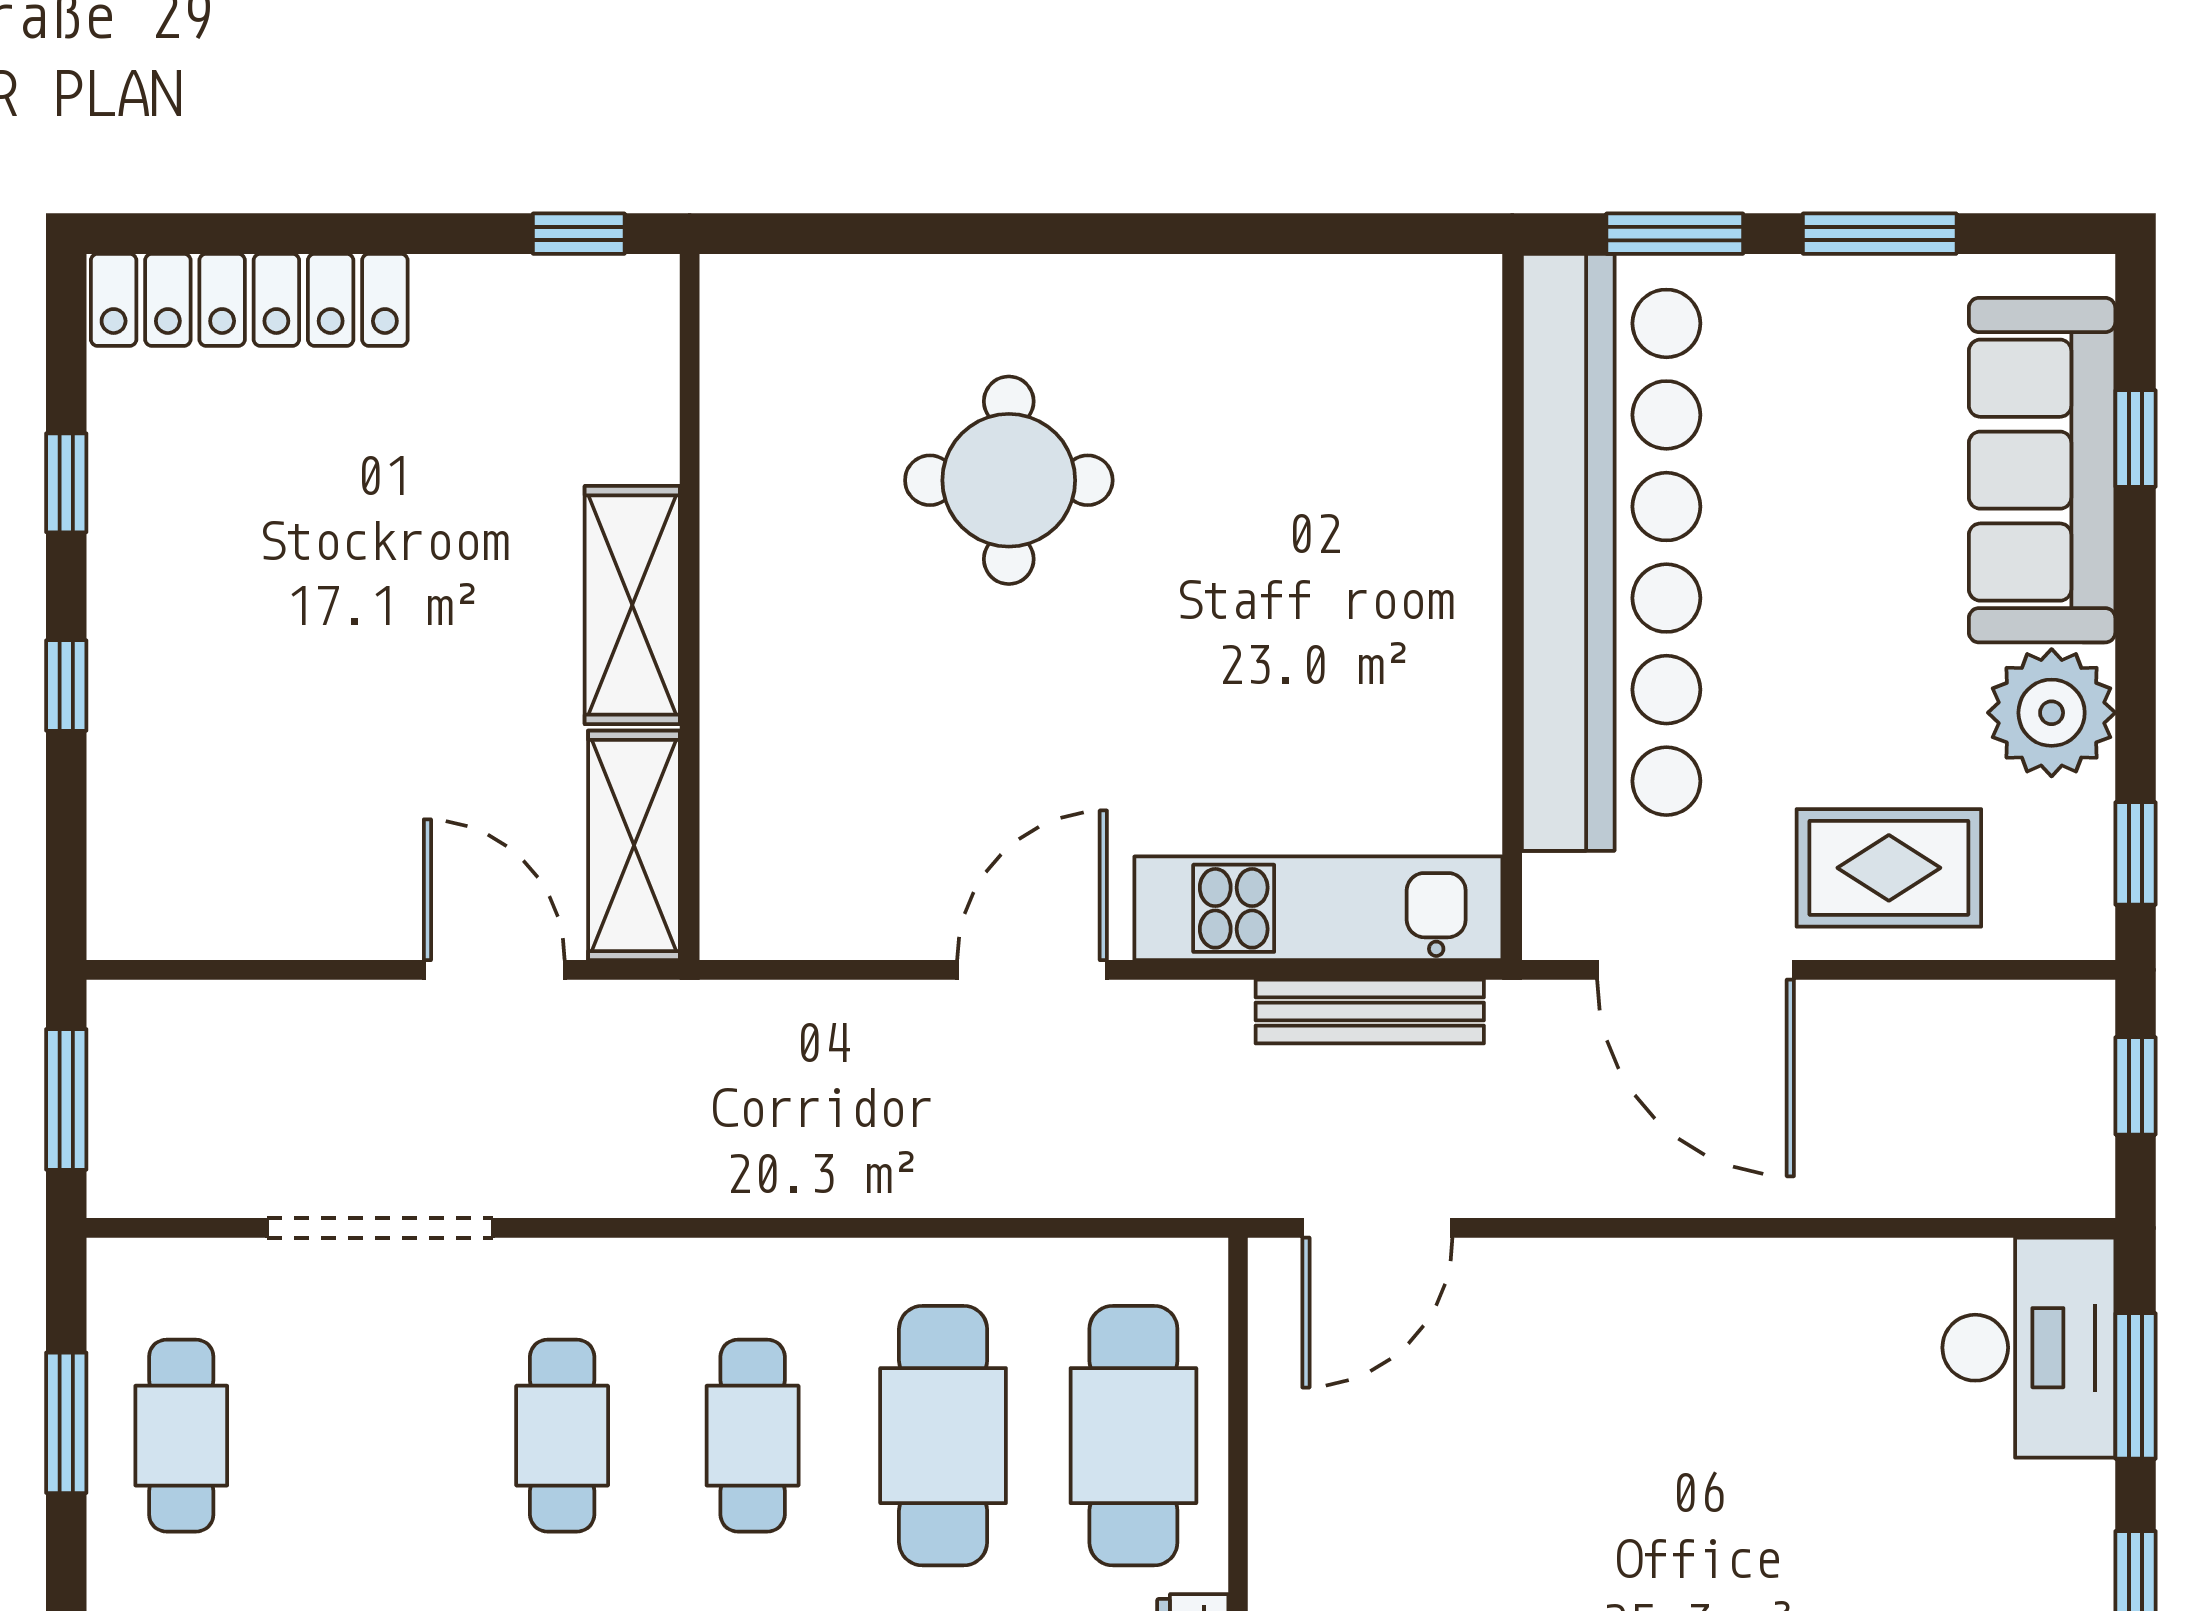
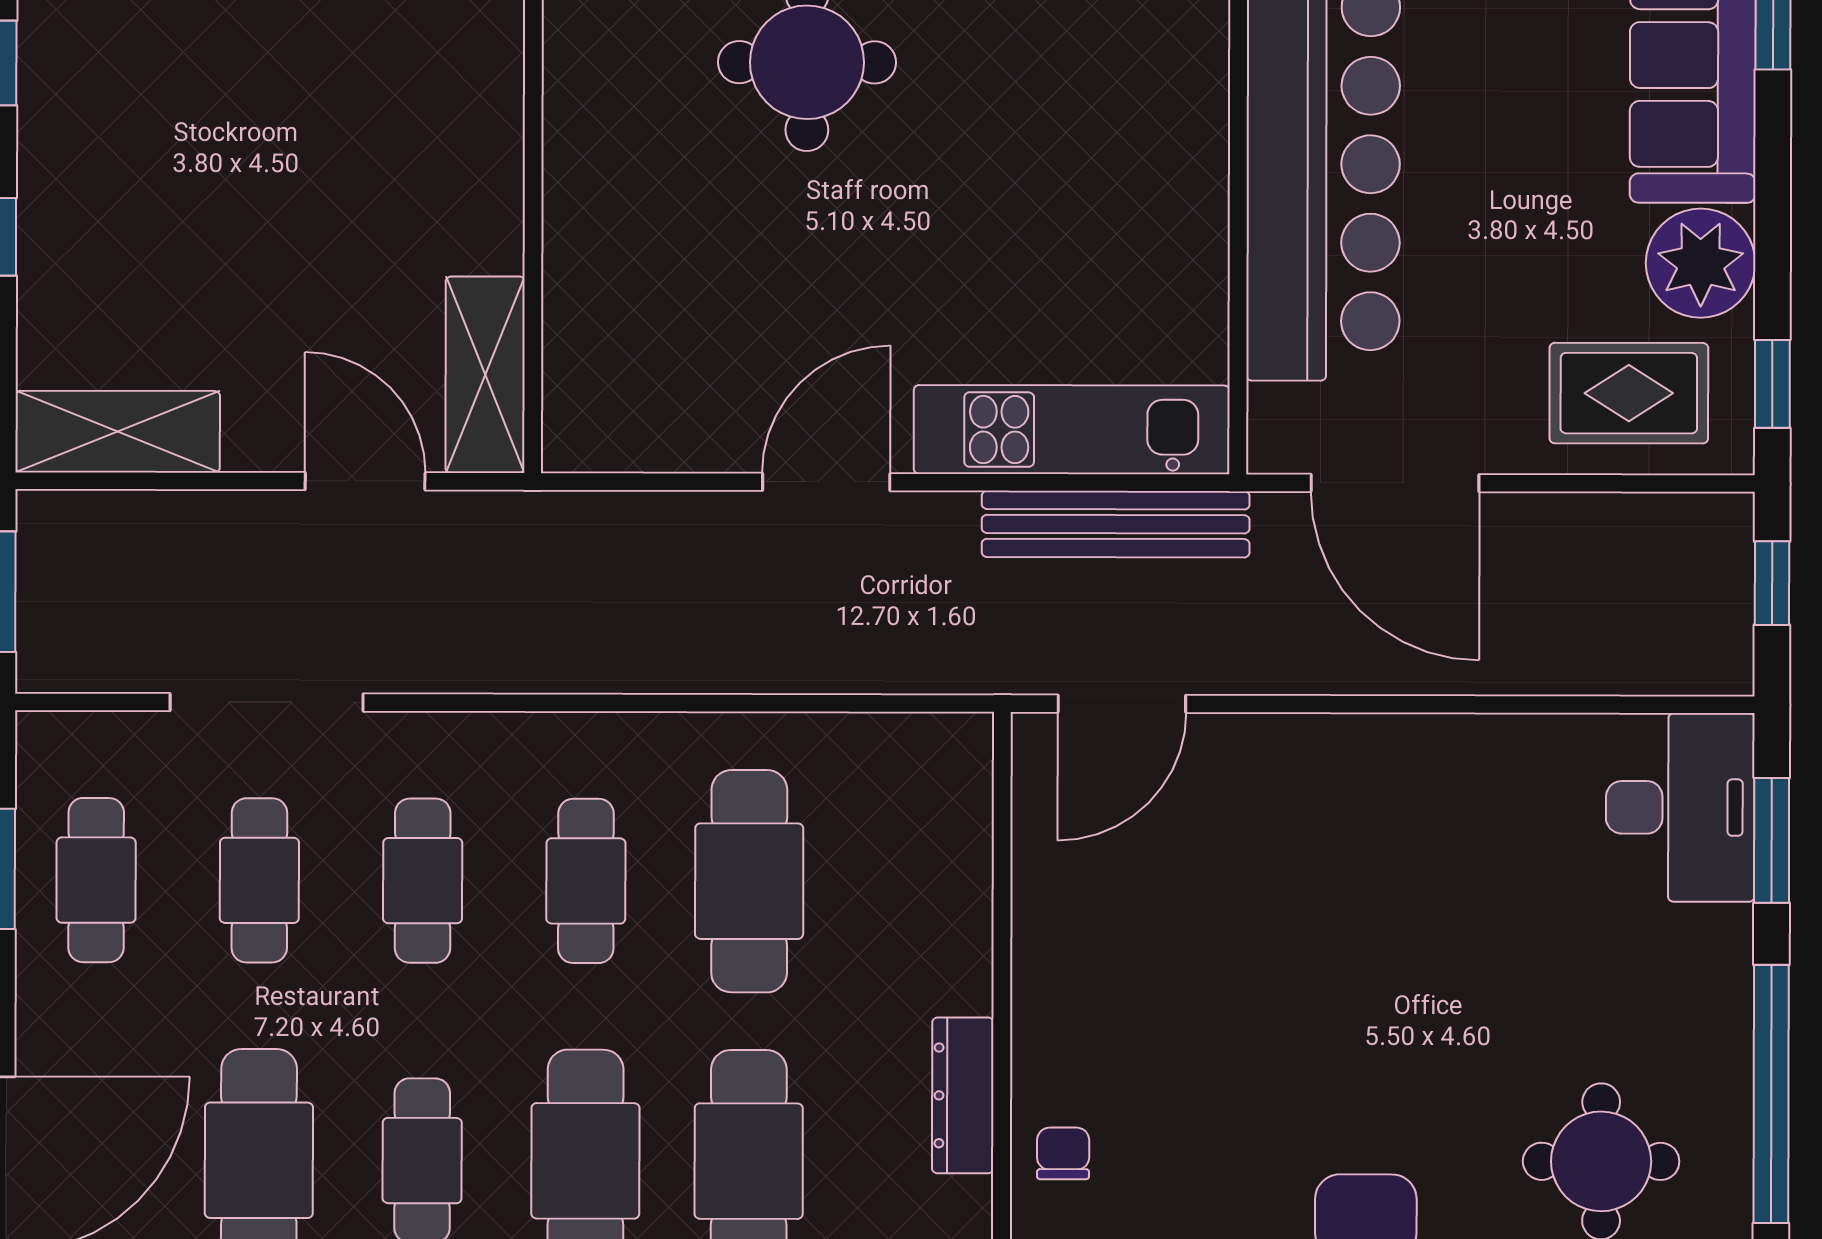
shelving: (632, 605) -> (118, 432), moved, turned 90
rug: (1889, 868) -> (1629, 393), moved
bench: (1370, 1012) -> (1116, 524), width x1.37, depth x1.21
cafe table: (1133, 1436) -> (259, 880), moved, width x0.73, depth x0.74

